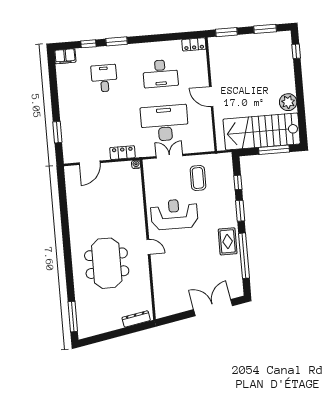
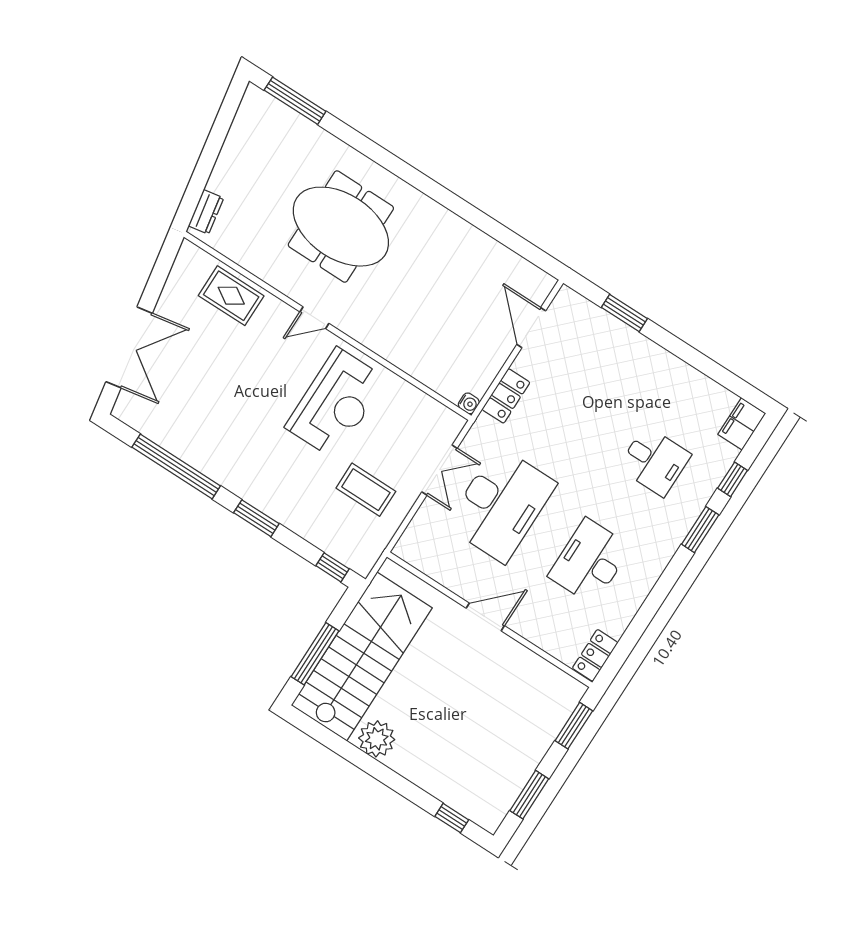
window: (238, 182) -> (332, 567), moved
rug: (228, 241) -> (231, 296), moved
dresser: (136, 319) -> (206, 212), width x0.70

